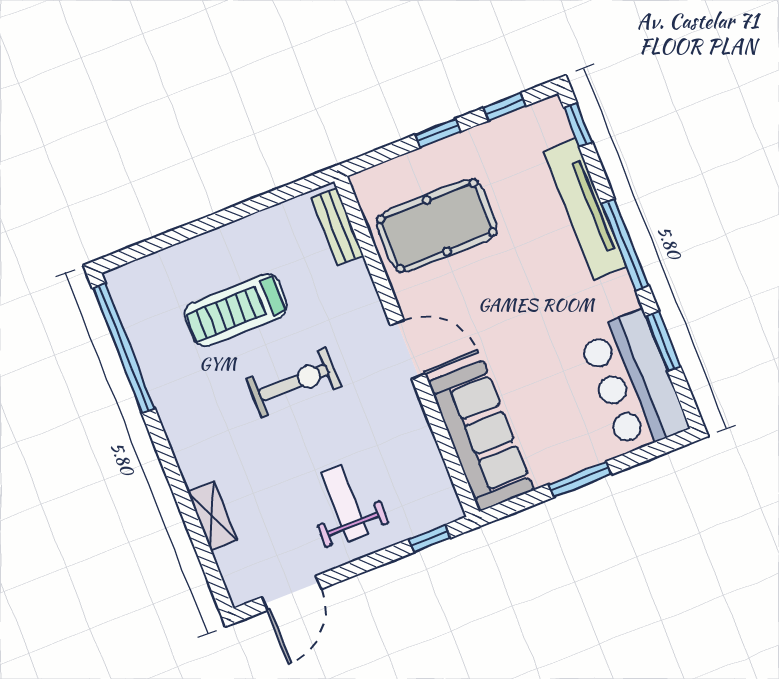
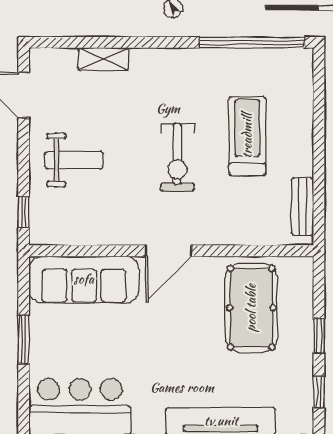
bench: (337, 226) -> (303, 206), moved, turned 90

